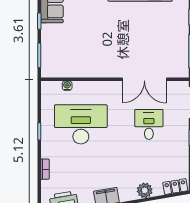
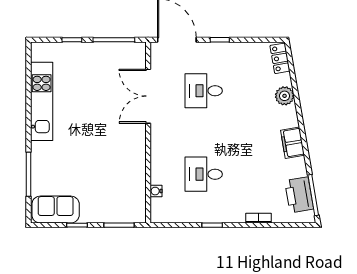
double door: (144, 79) -> (148, 96), swing flipped
desk: (81, 124) -> (204, 174), width x0.53, depth x0.77

